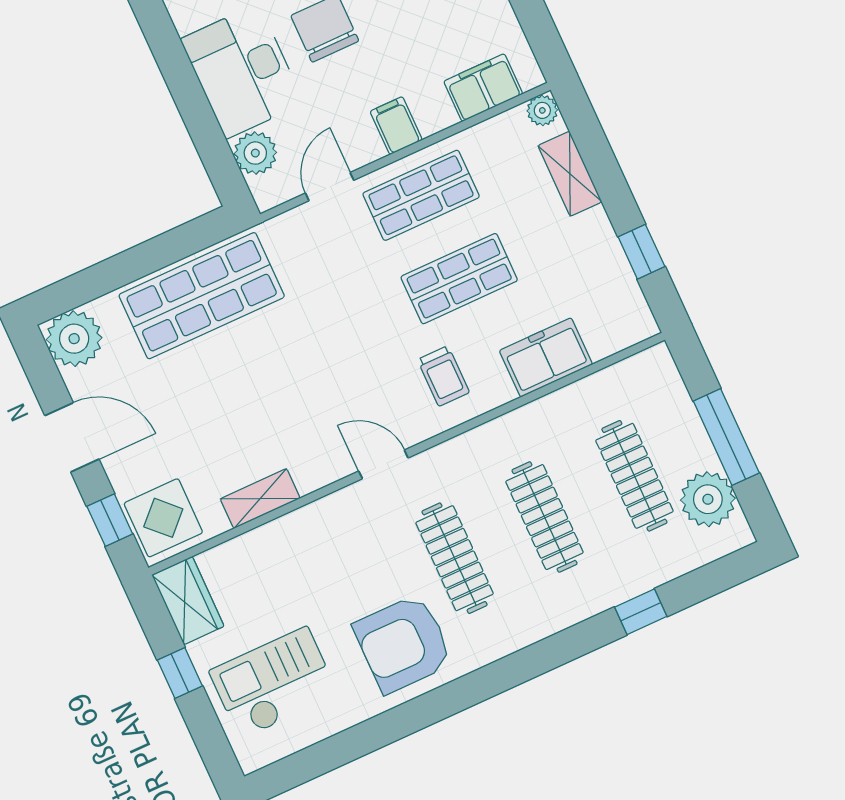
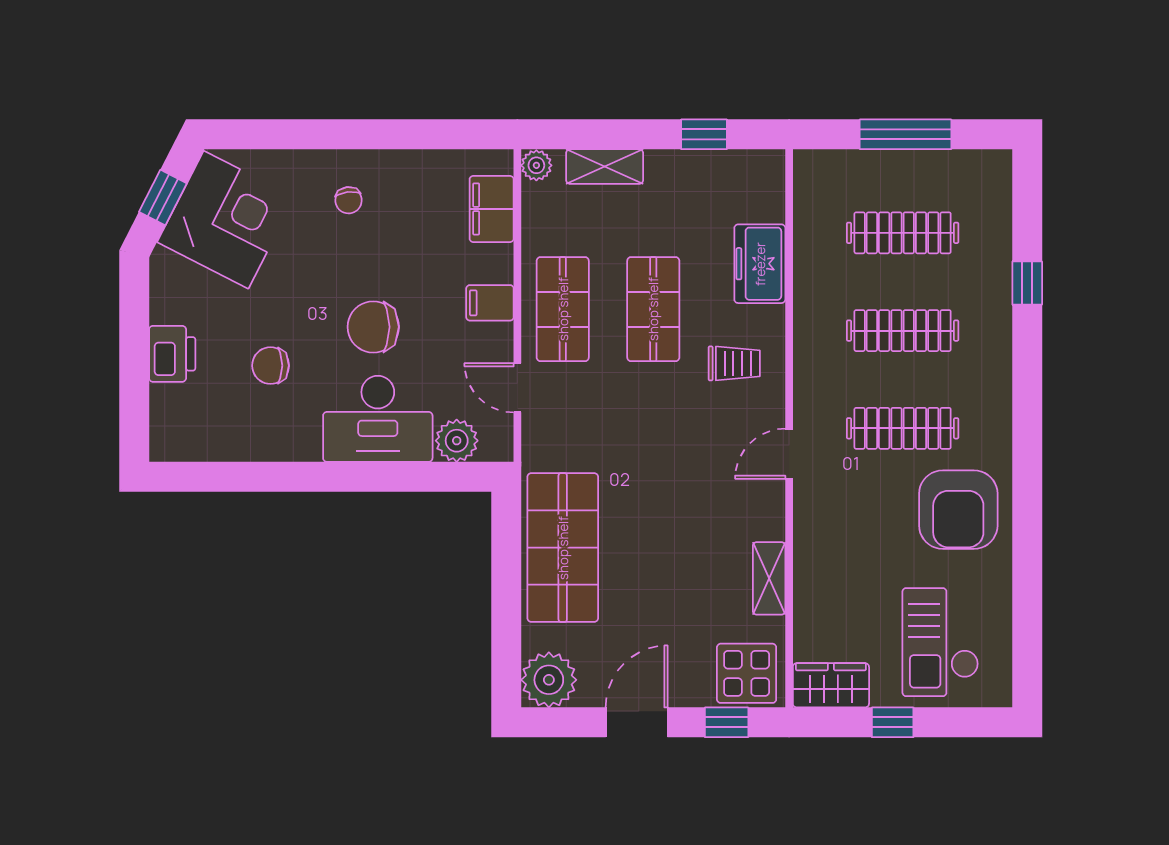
plant: (708, 499) -> (954, 176), removed

